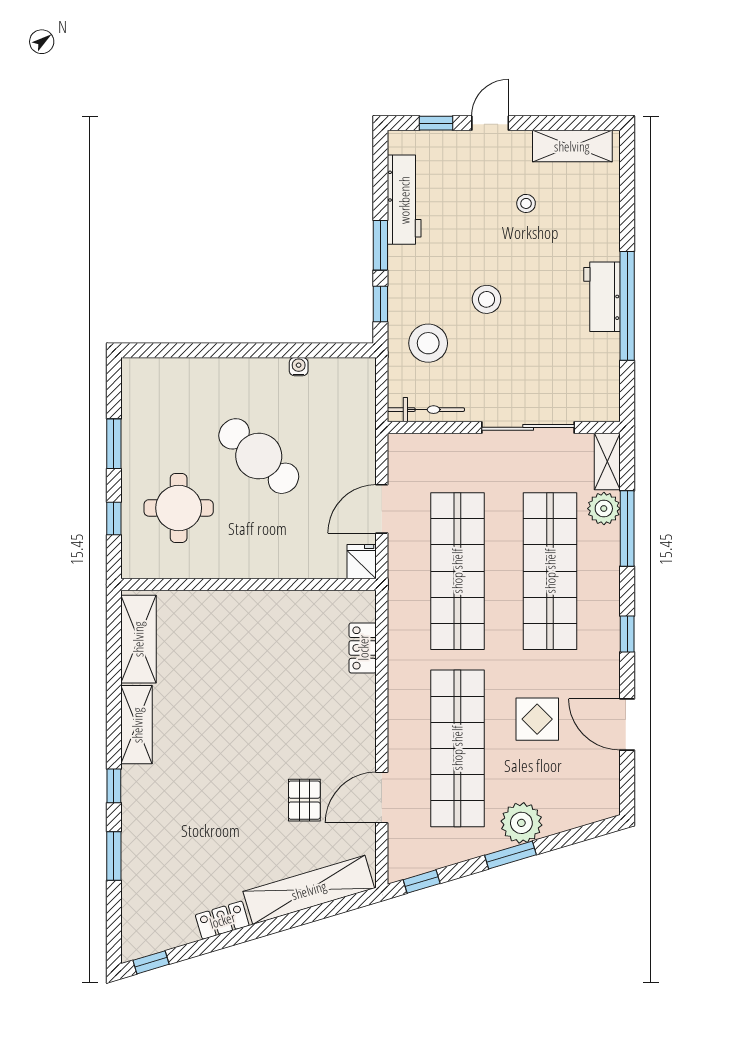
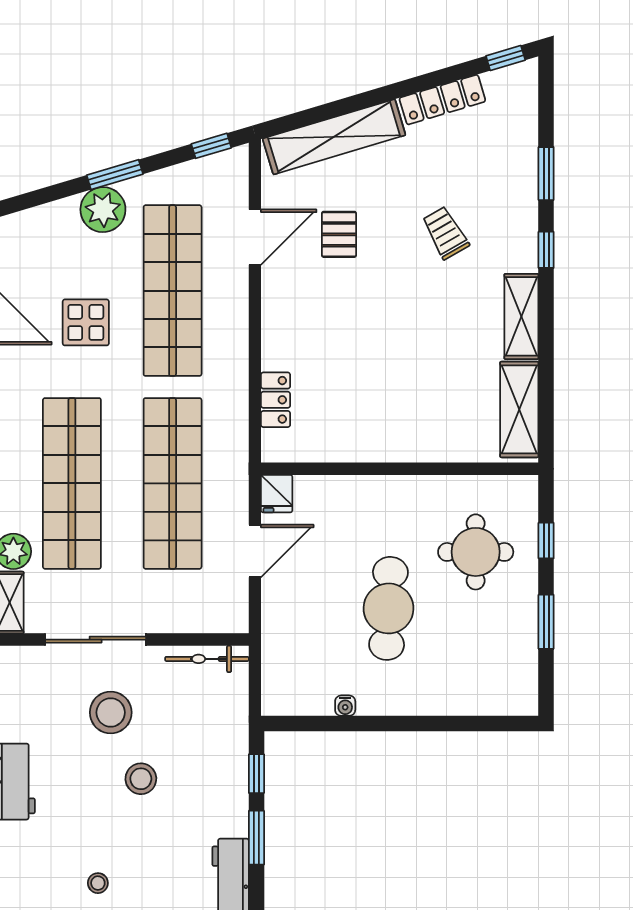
stool: (428, 343) -> (111, 712), moved
cafe table: (259, 456) -> (388, 608), turned 51
trolley: (206, 802) -> (445, 233), added
locker: (222, 920) -> (442, 100), width x1.53

